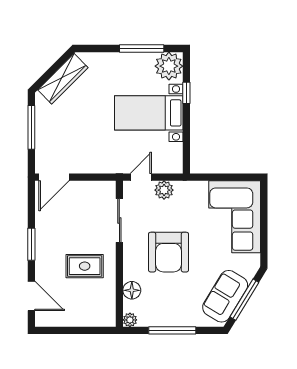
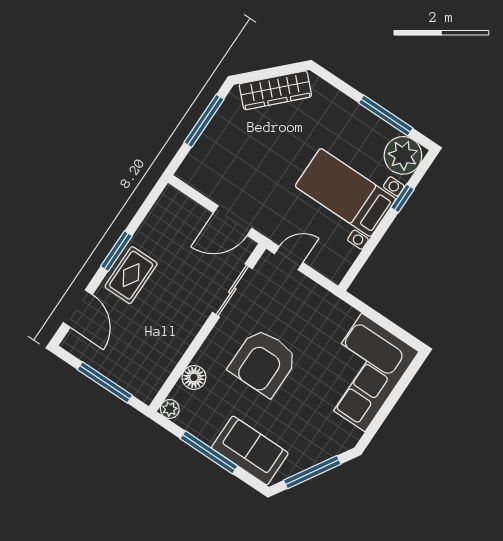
door: (54, 177) -> (233, 221), moved
plant: (164, 190) -> (305, 290), removed
rug: (85, 266) -> (131, 275), moved, turned 90
sofa: (225, 296) -> (250, 451), moved, turned 59
window: (79, 330) -> (105, 382), added

